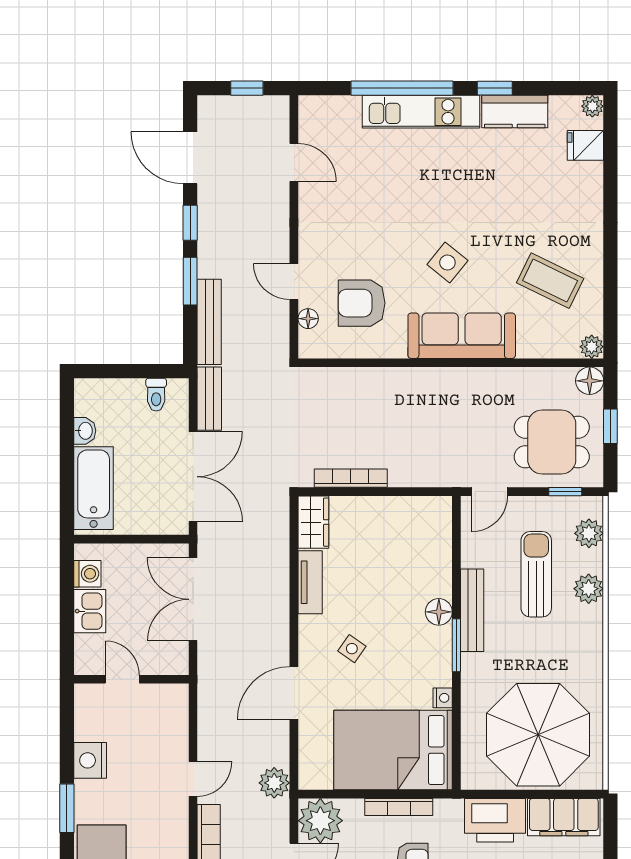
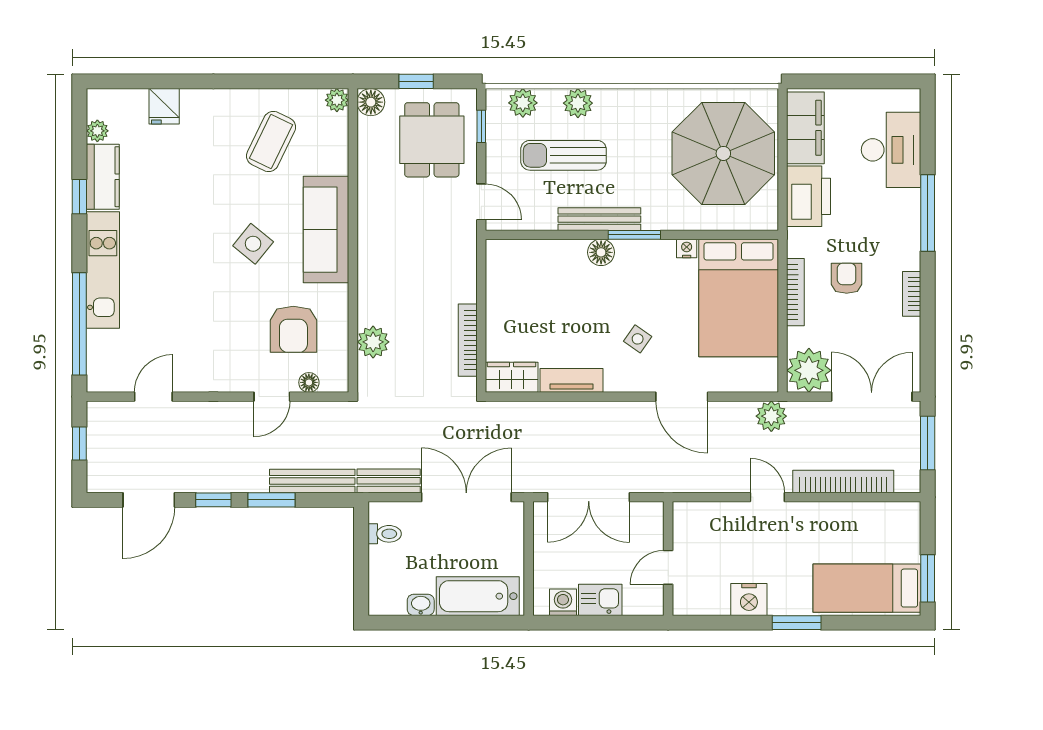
window: (402, 88) -> (79, 324), moved
plant: (592, 106) -> (97, 131), moved
fridge: (585, 145) -> (164, 106), moved
plant: (349, 383) -> (373, 342), added

